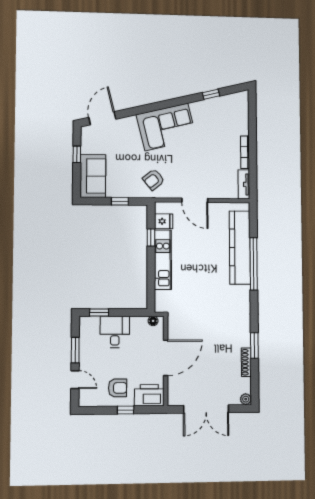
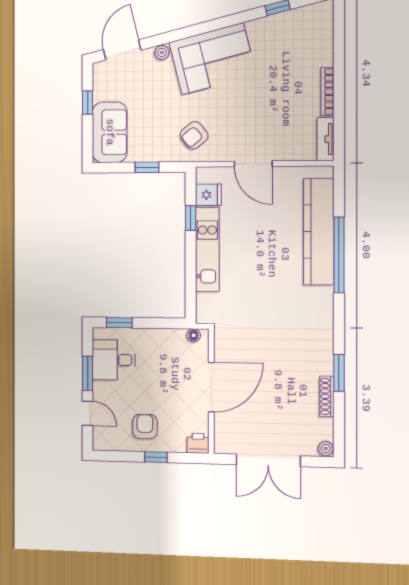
plant: (131, 121) -> (162, 52), added
desk: (115, 332) -> (114, 360), moved, turned -90
armchair: (118, 388) -> (145, 427), turned -90
printer: (149, 395) -> (198, 443), width x0.53, depth x0.68

